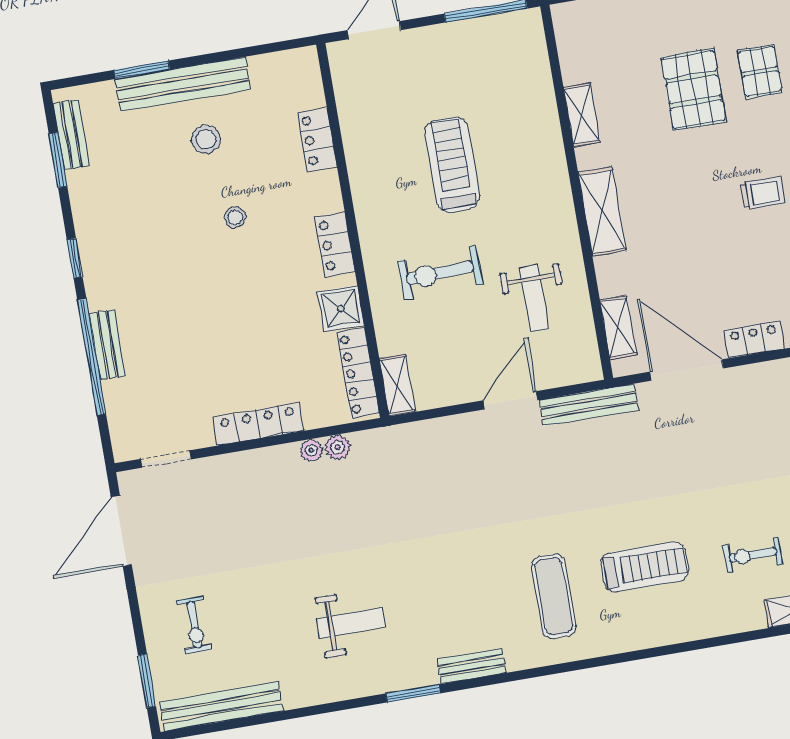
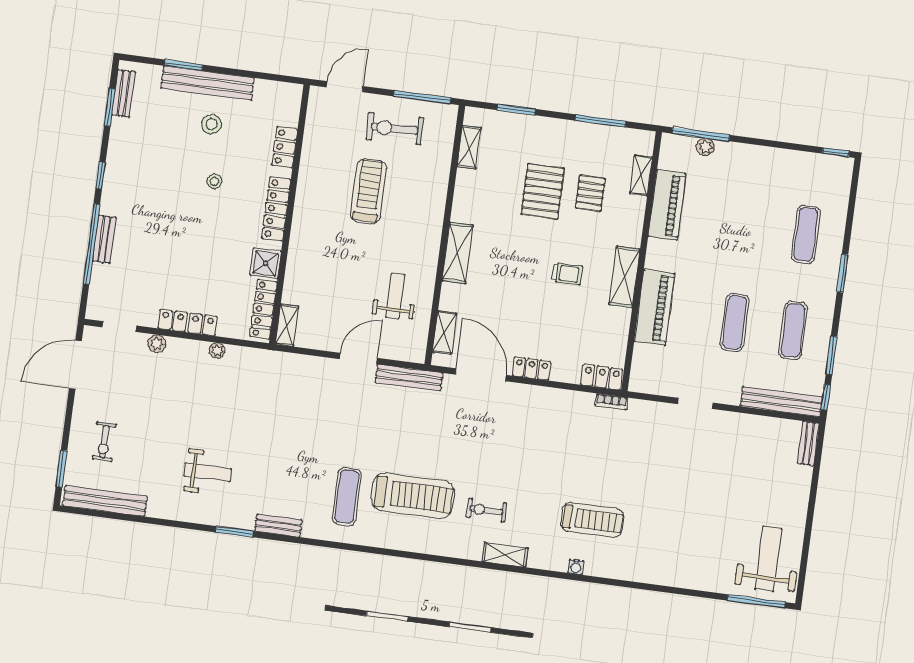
shelving: (582, 115) -> (469, 147), moved
locker: (335, 244) -> (276, 209), width x1.53
exercise bike: (440, 273) -> (395, 129), moved
weight bench: (534, 298) -> (395, 296), turned 180
plant: (338, 447) -> (157, 344), moved
treadmill: (645, 567) -> (413, 496), width x1.37, depth x1.38

